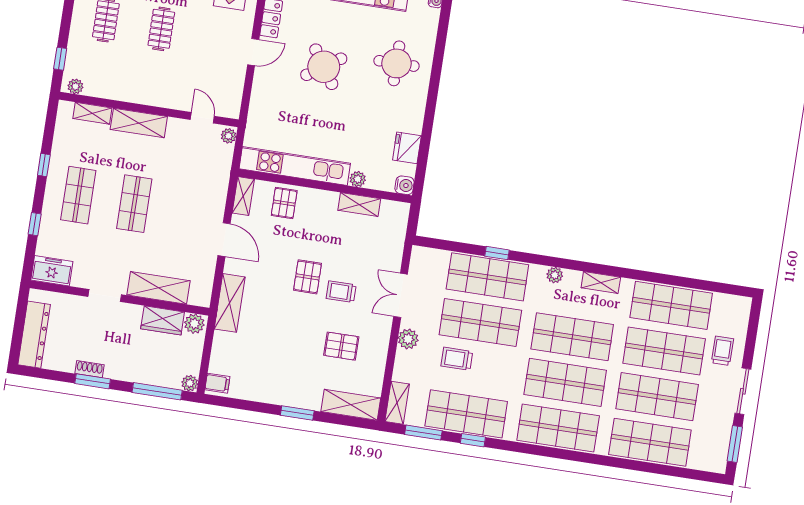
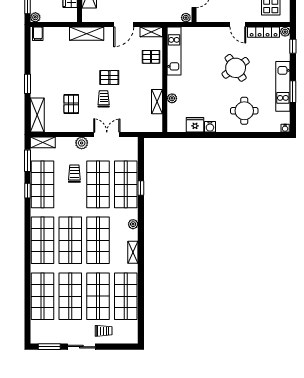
kitchen unit: (295, 166) -> (174, 51), width x0.73
water cooler: (405, 185) -> (210, 127), moved
plant: (194, 324) -> (71, 15), removed

